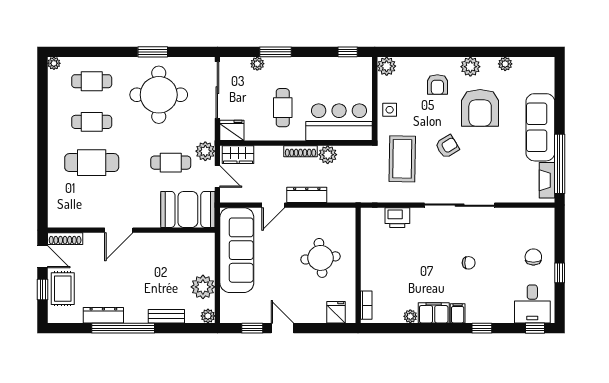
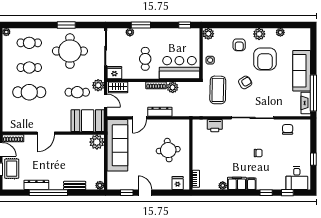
chair: (533, 257) -> (288, 129), moved
plant: (203, 287) -> (97, 142), moved
window: (535, 328) -> (287, 193), moved

